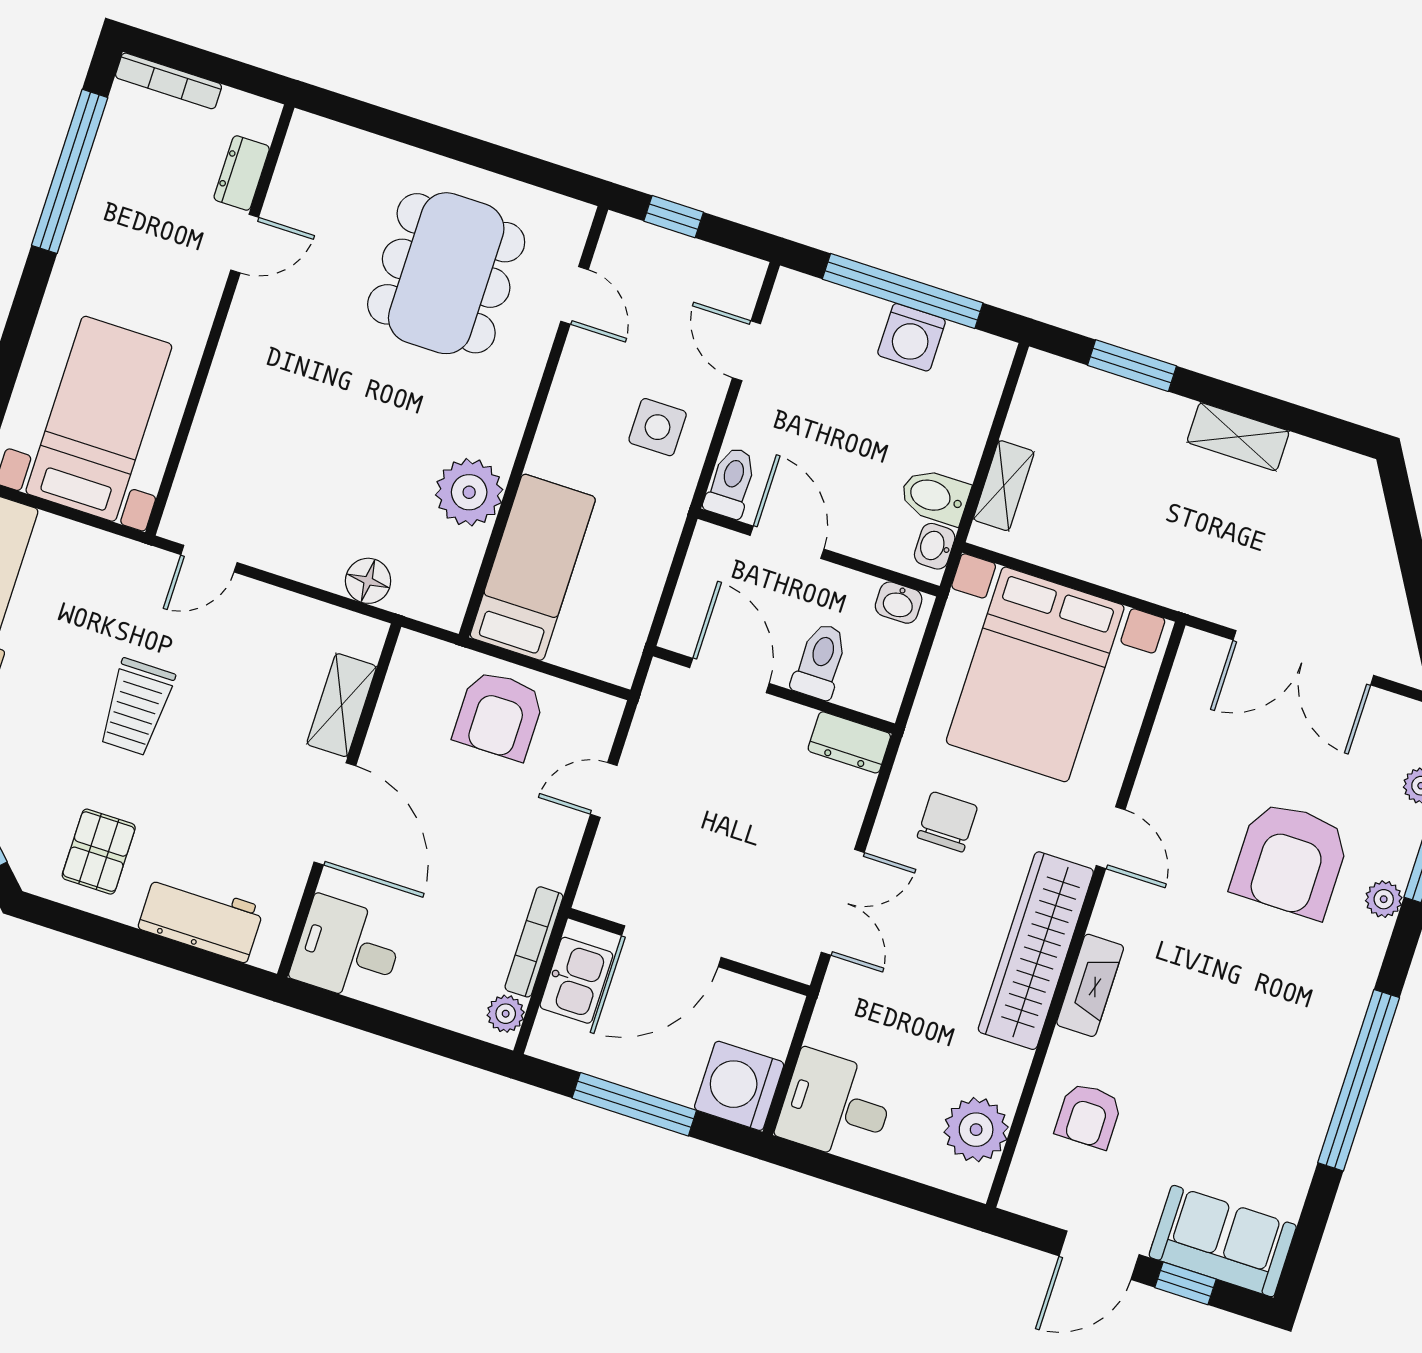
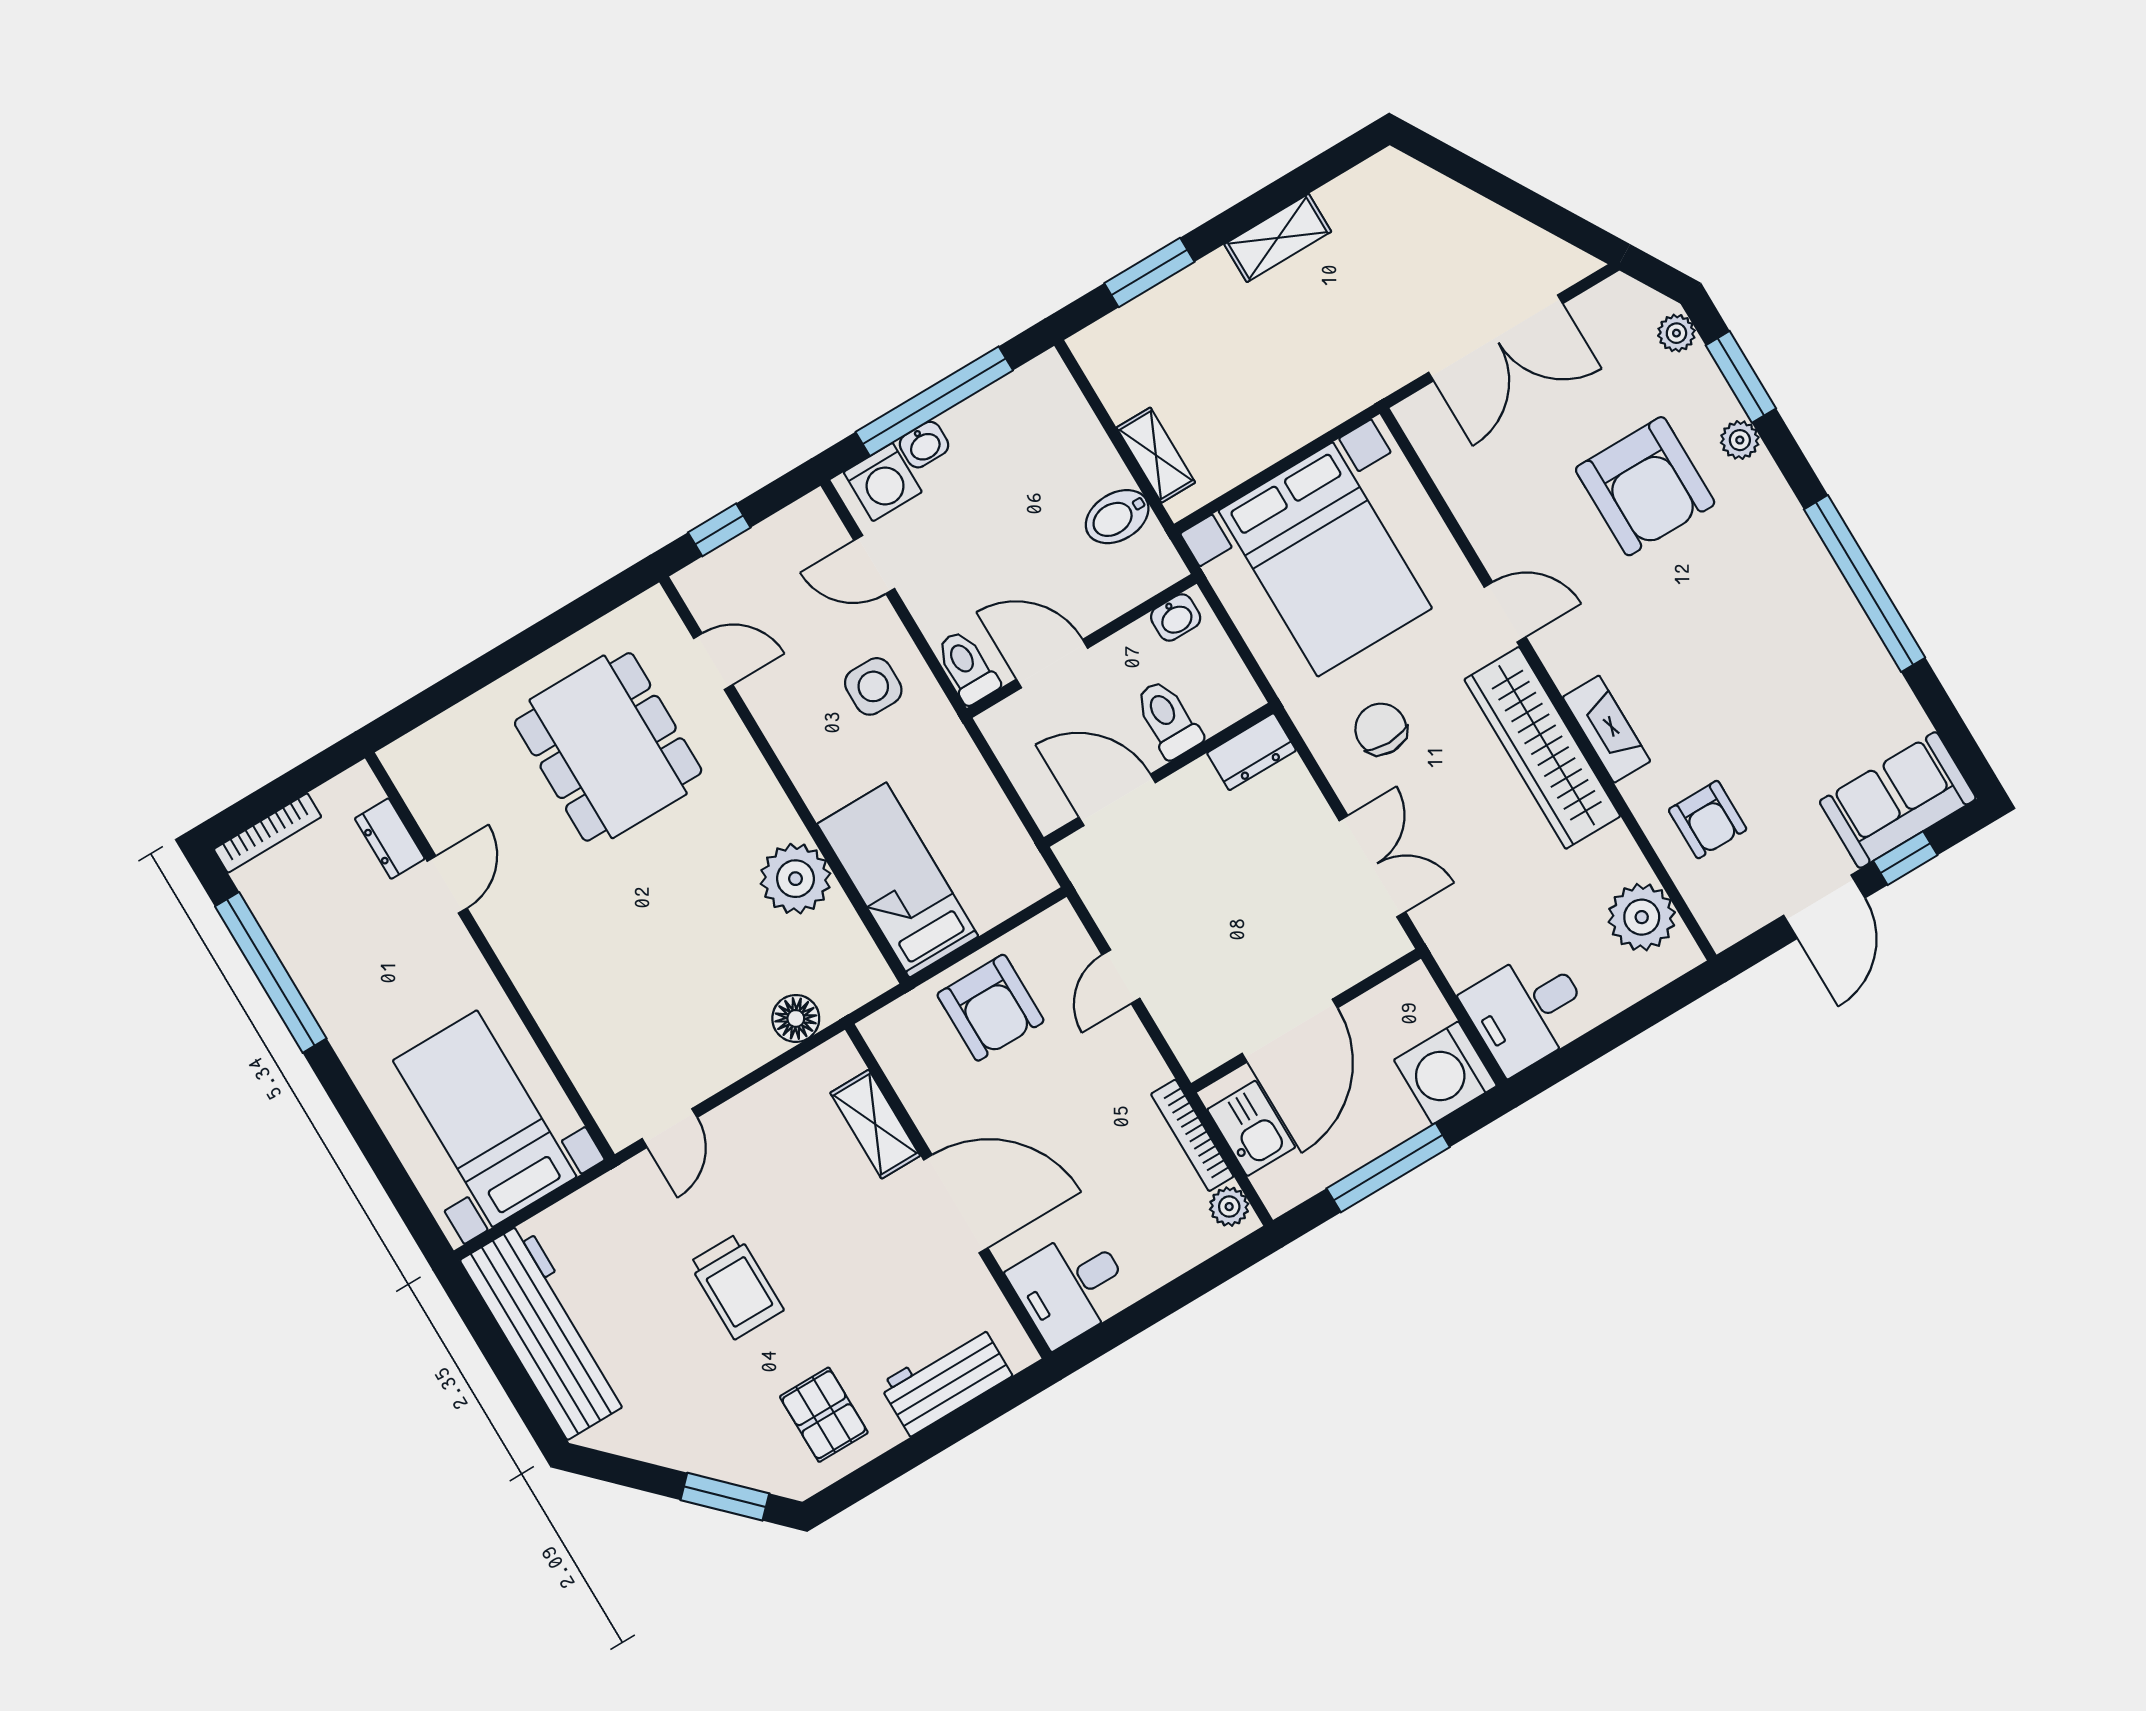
washing machine: (912, 337) -> (883, 482), moved
washbasin: (935, 546) -> (924, 445), moved, turned -90

